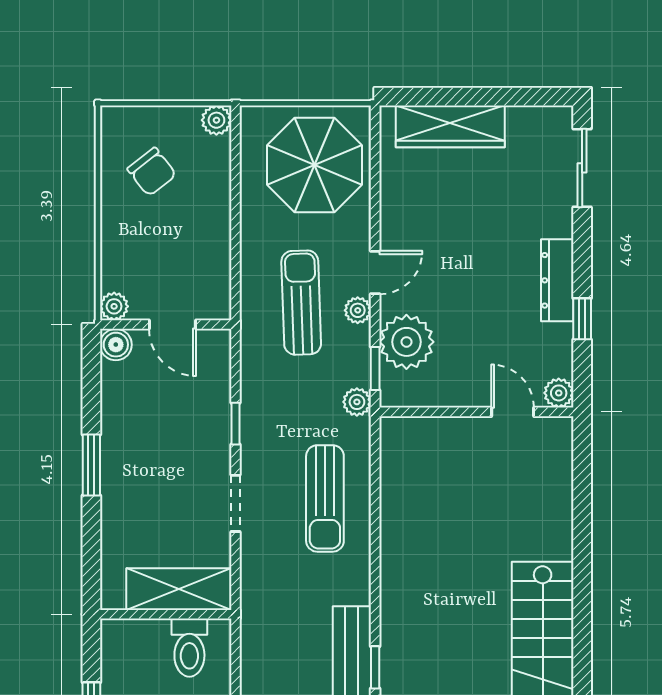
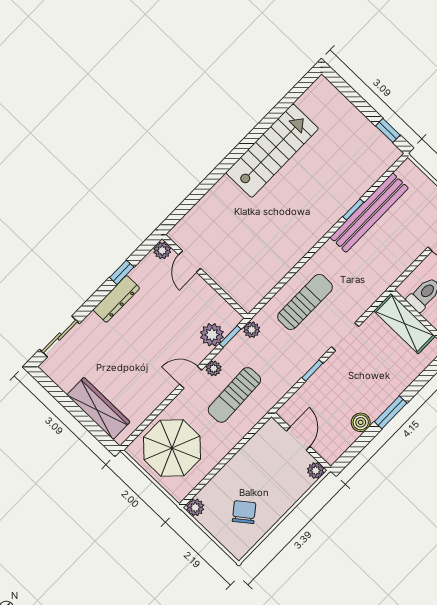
plant: (406, 342) -> (212, 335), width x0.73, depth x0.73
boiler: (116, 345) -> (361, 422), moved

